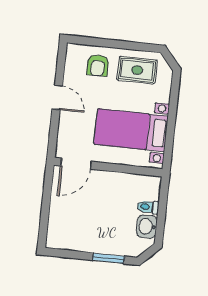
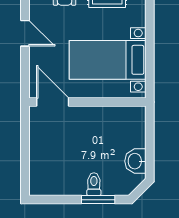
door: (76, 164) -> (53, 102), swing flipped
toilet: (148, 207) -> (94, 184), moved, turned 90

